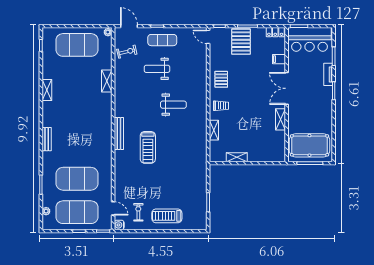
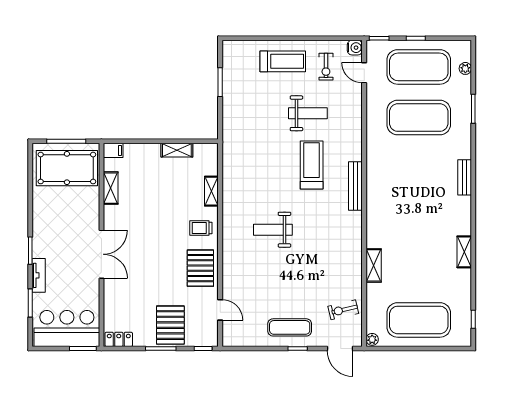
door: (208, 37) -> (220, 310), moved
filing cabinet: (279, 59) -> (113, 150), moved
weight bench: (157, 69) -> (308, 113), moved
pallet: (221, 79) -> (200, 268), width x1.50, depth x1.42
shelving: (281, 119) -> (111, 188), moved

